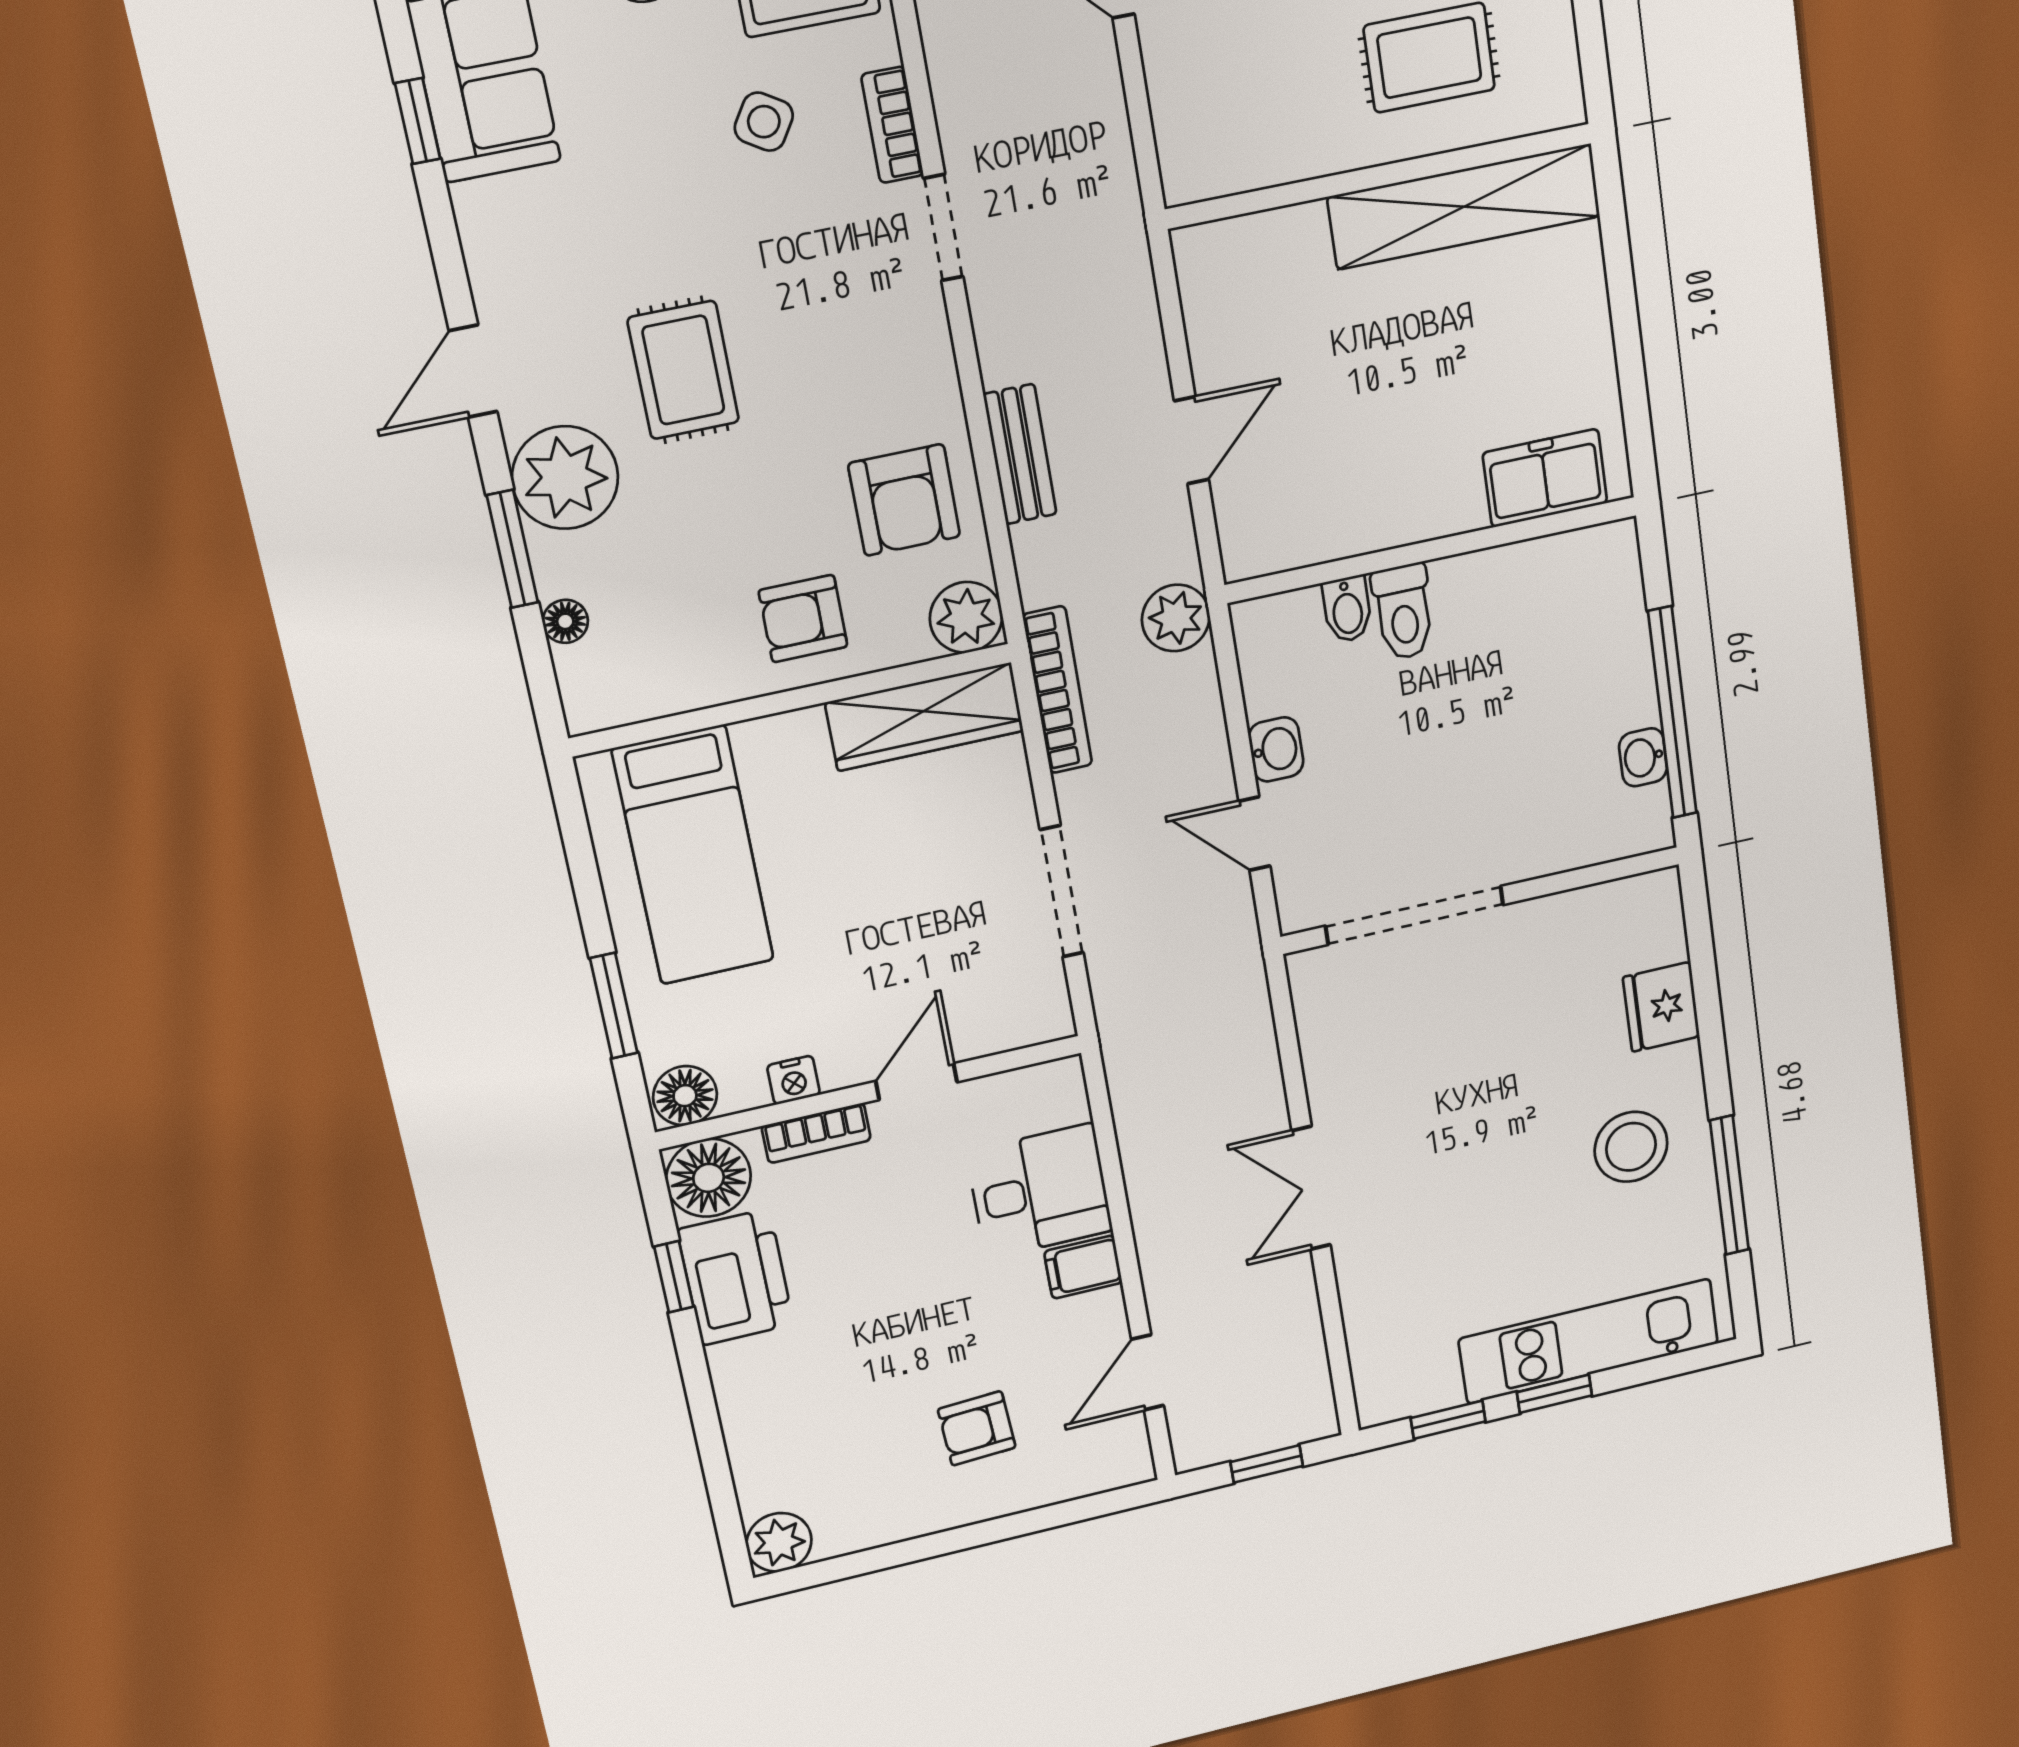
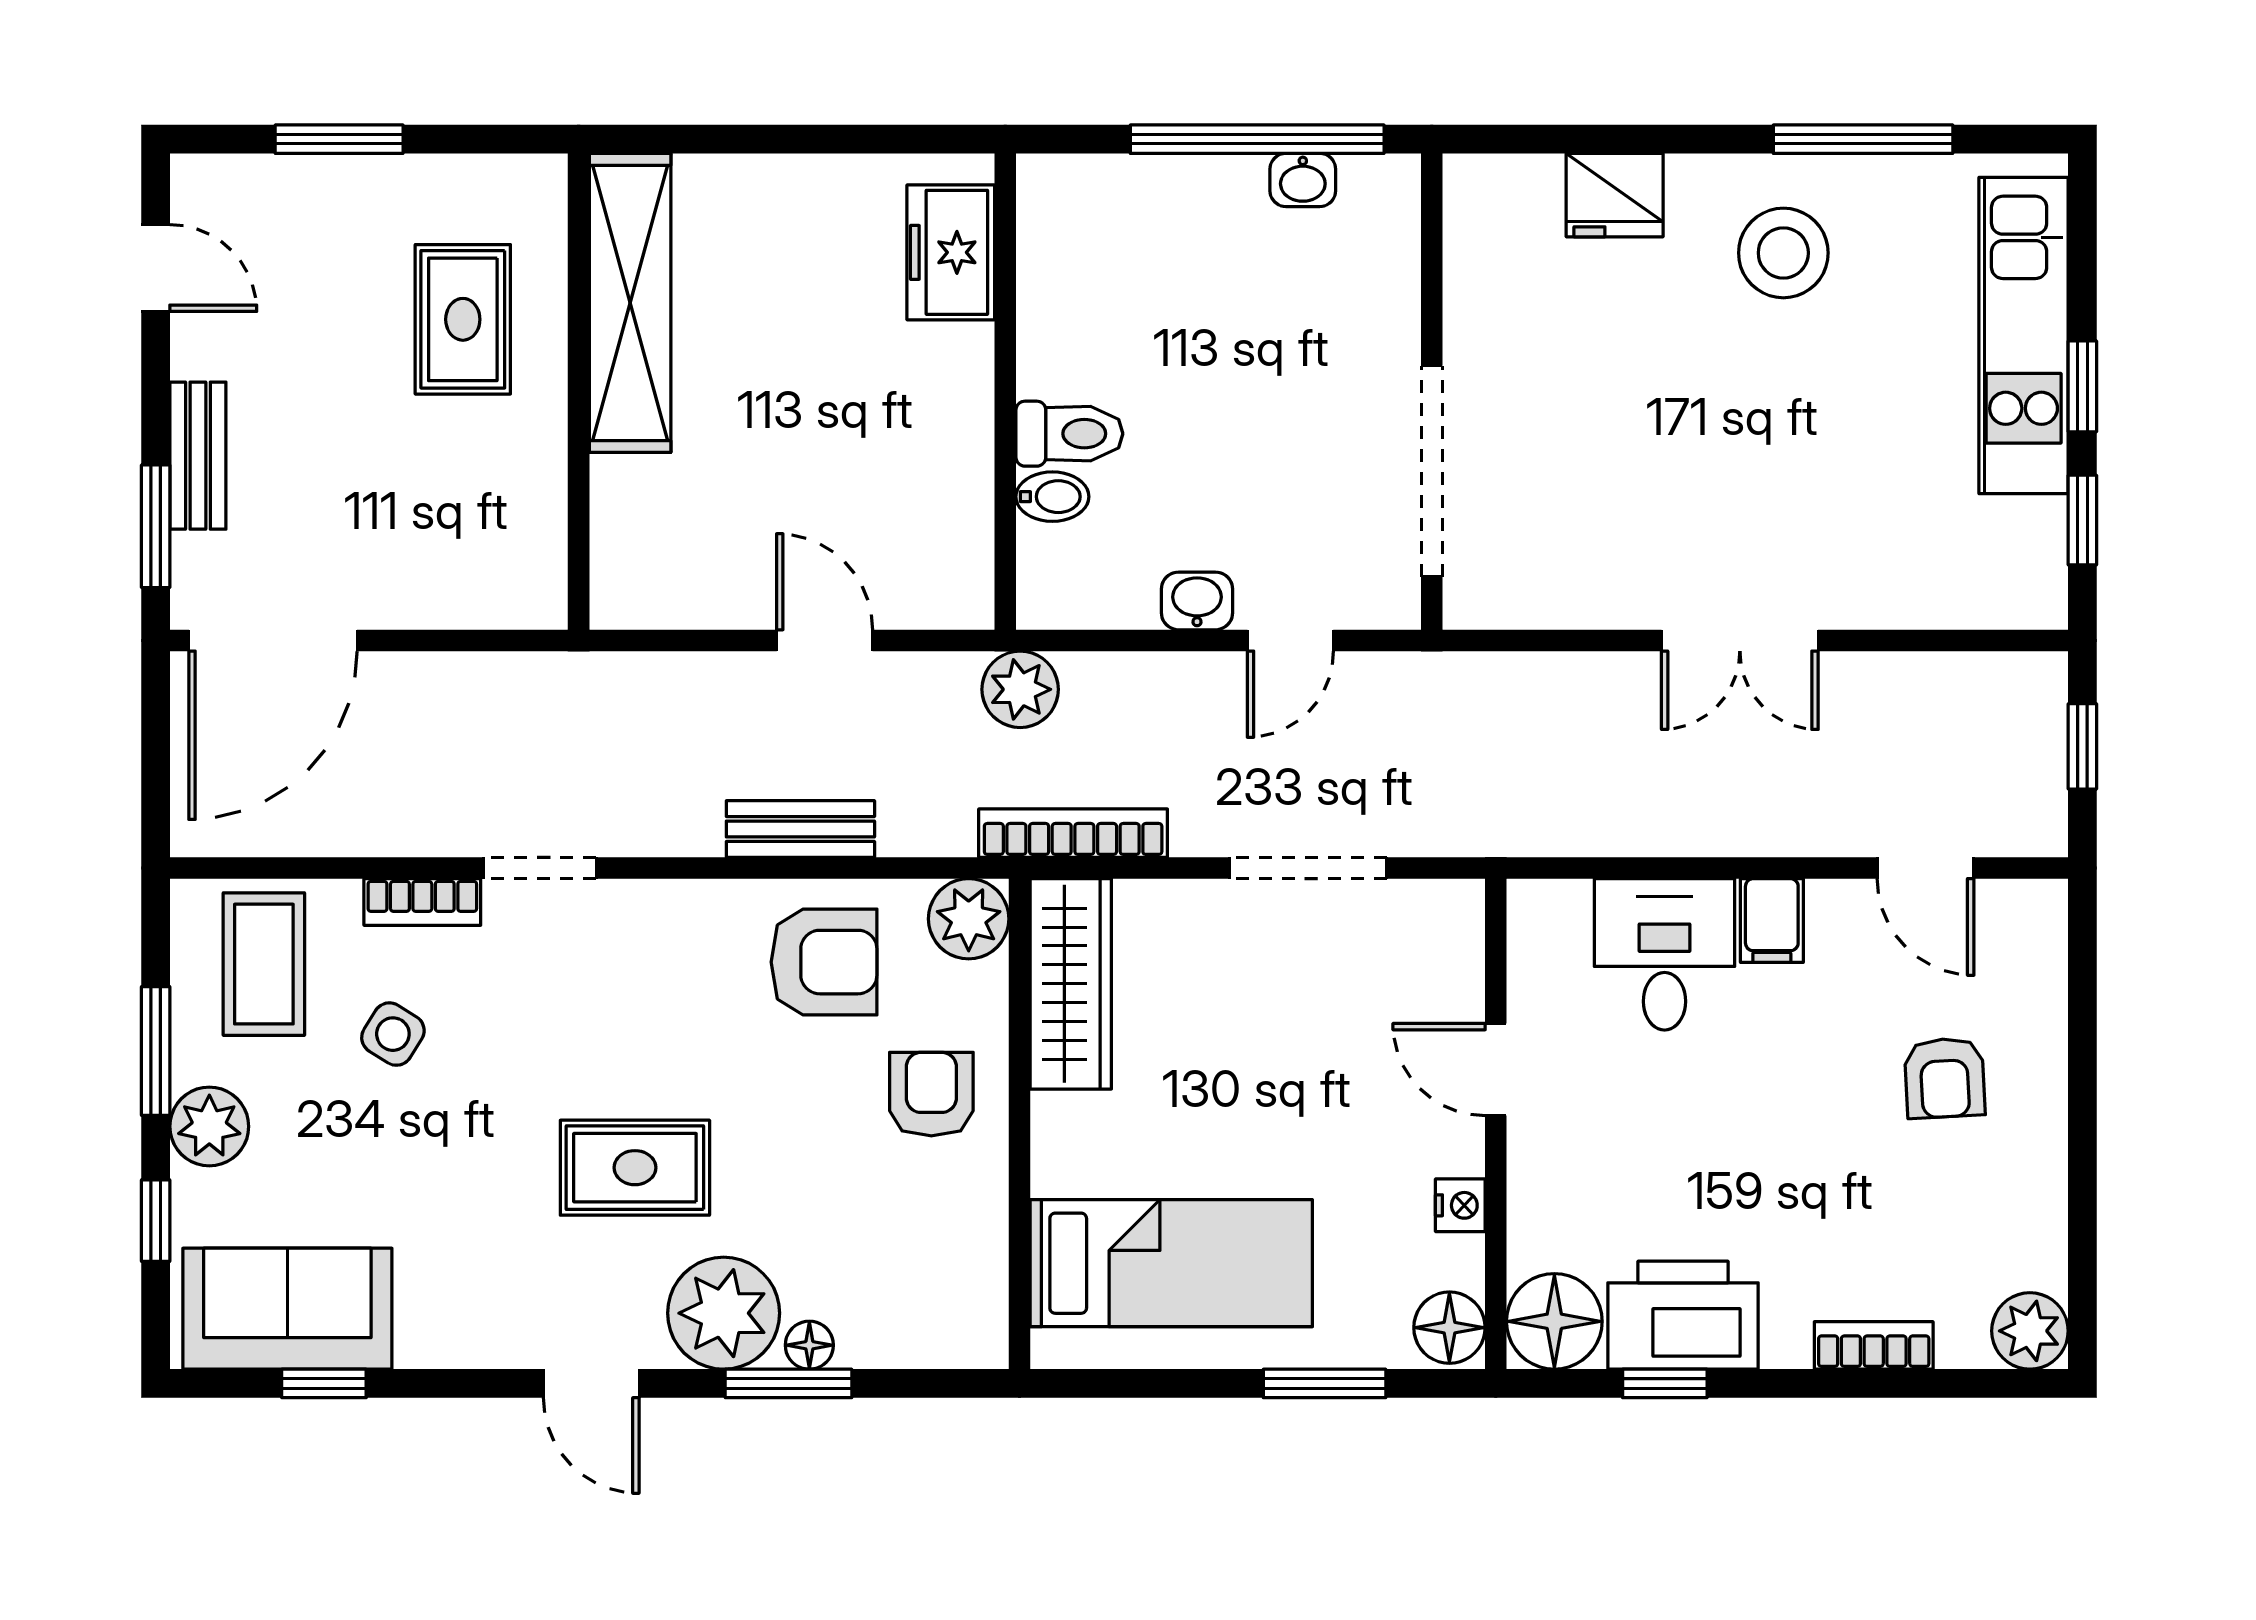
armchair: (803, 619) -> (931, 1094), turned 180
floor lamp: (565, 621) -> (809, 1345), moved
bookcase: (816, 1133) -> (1874, 1345), moved, turned -90

